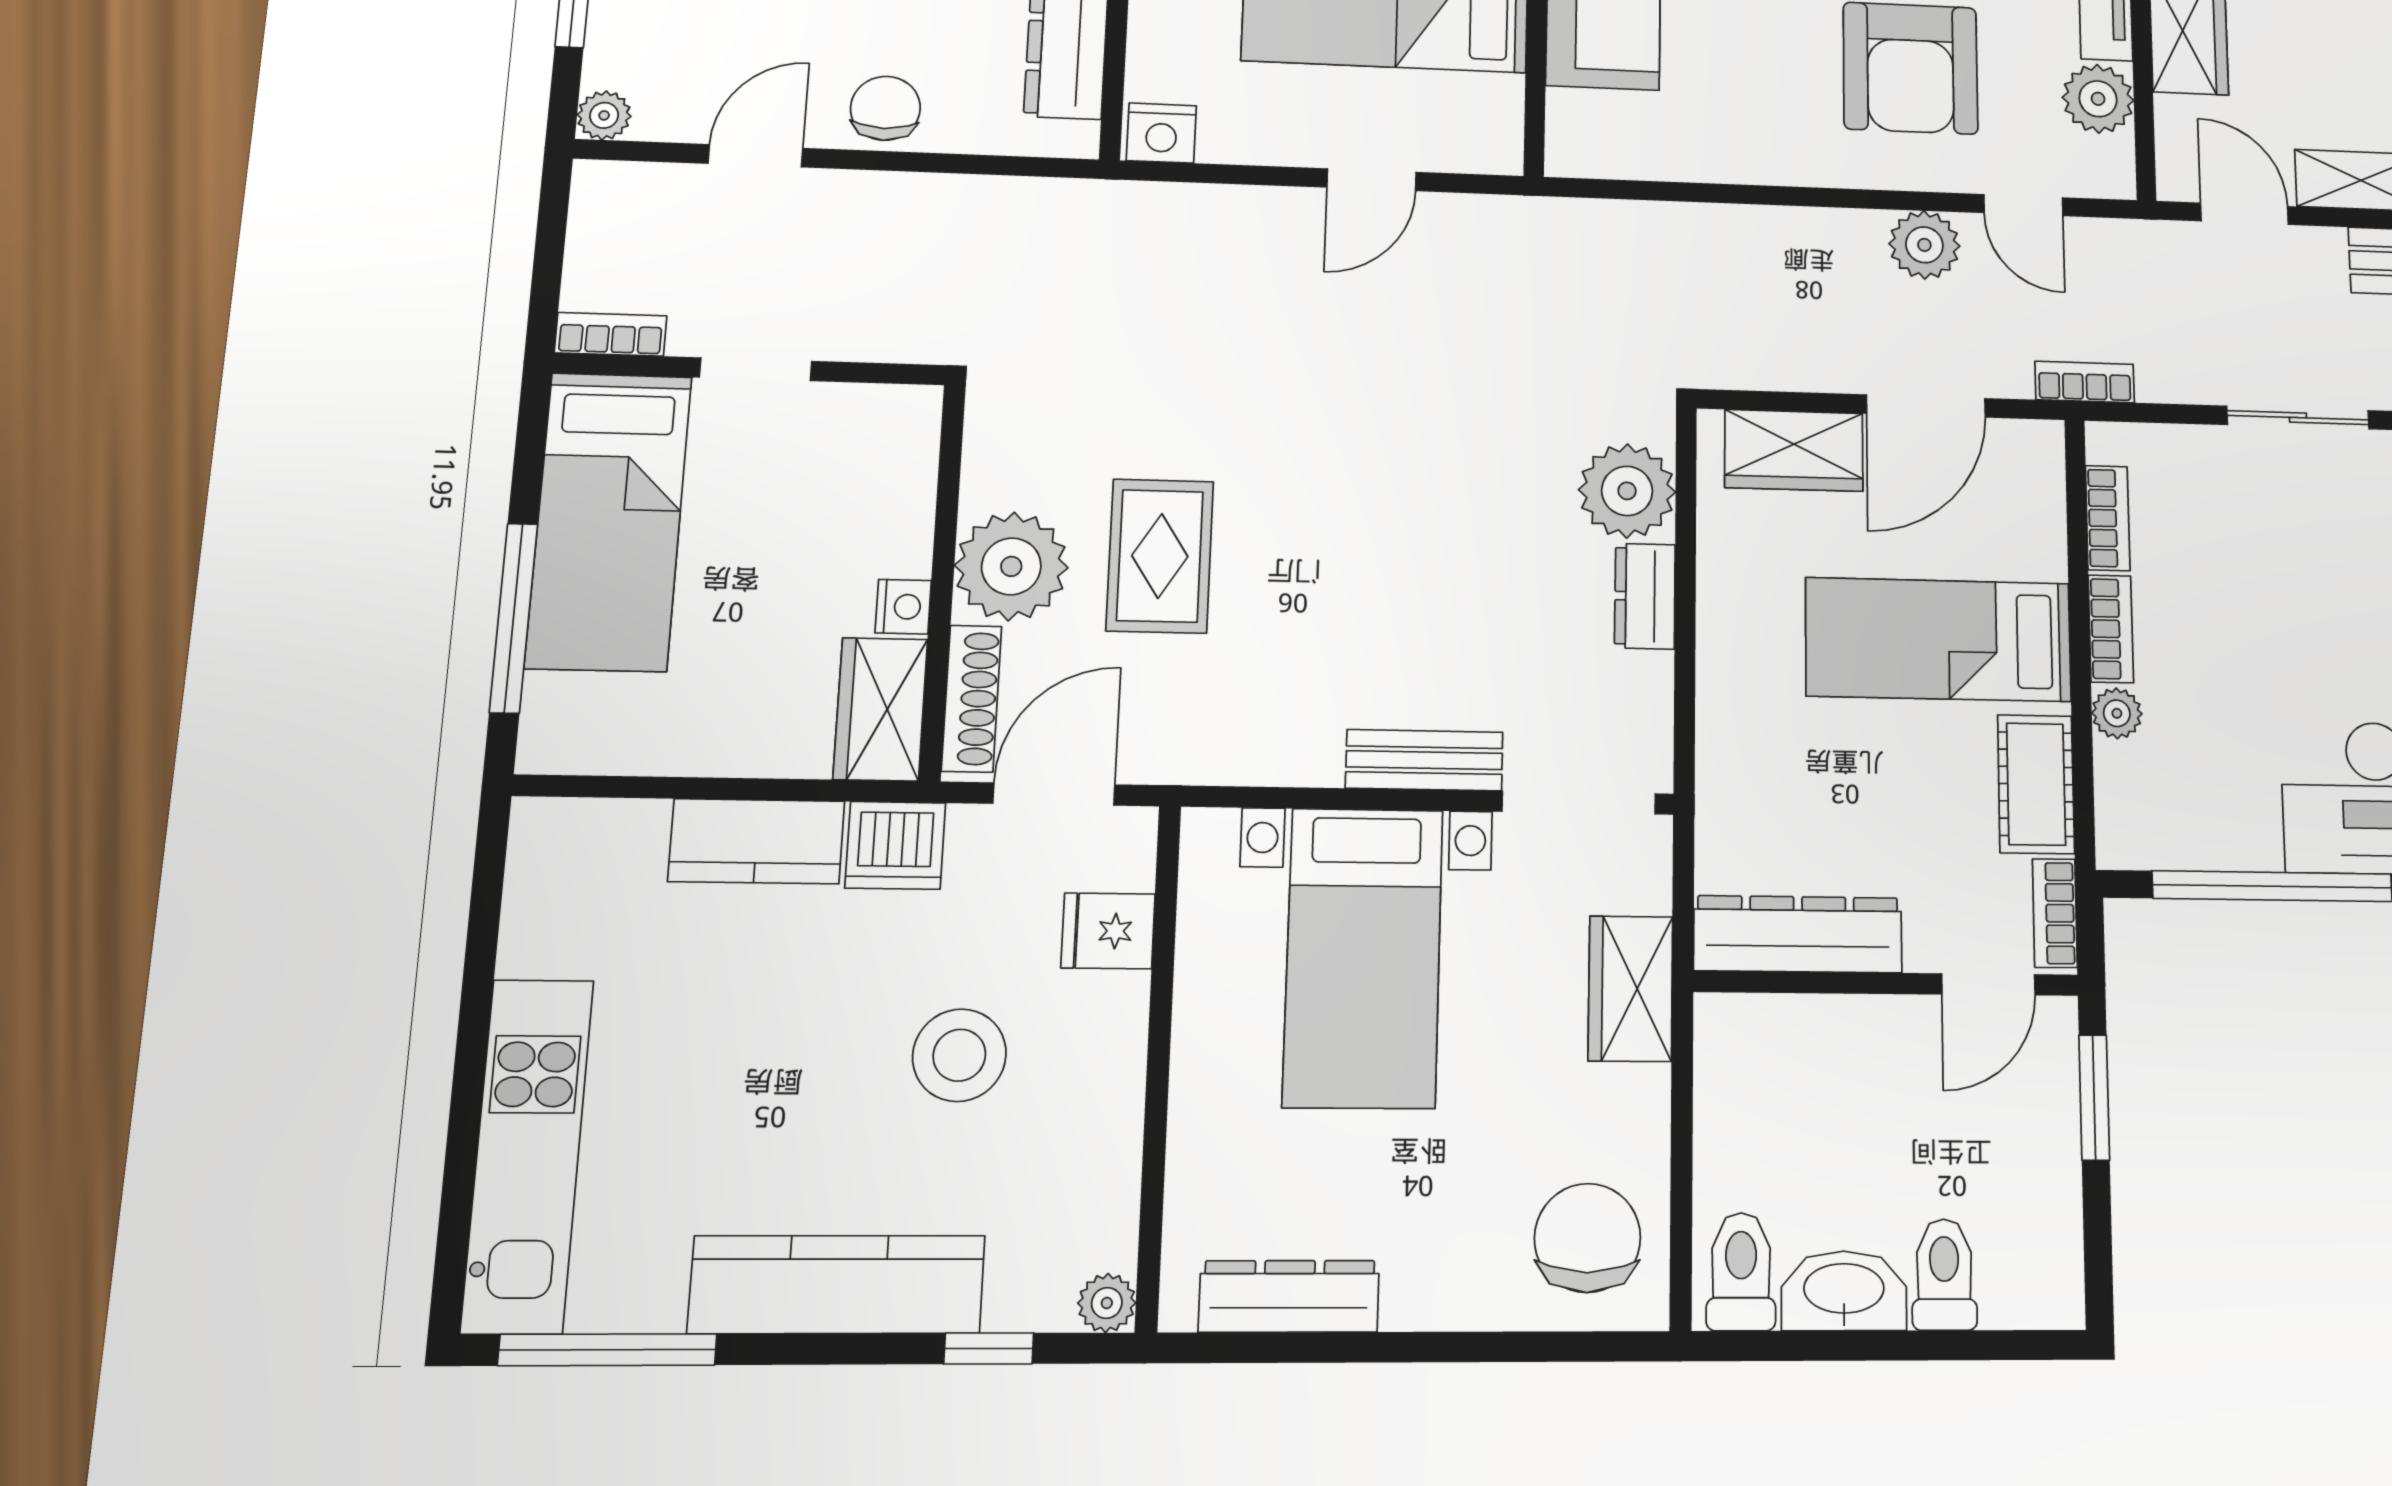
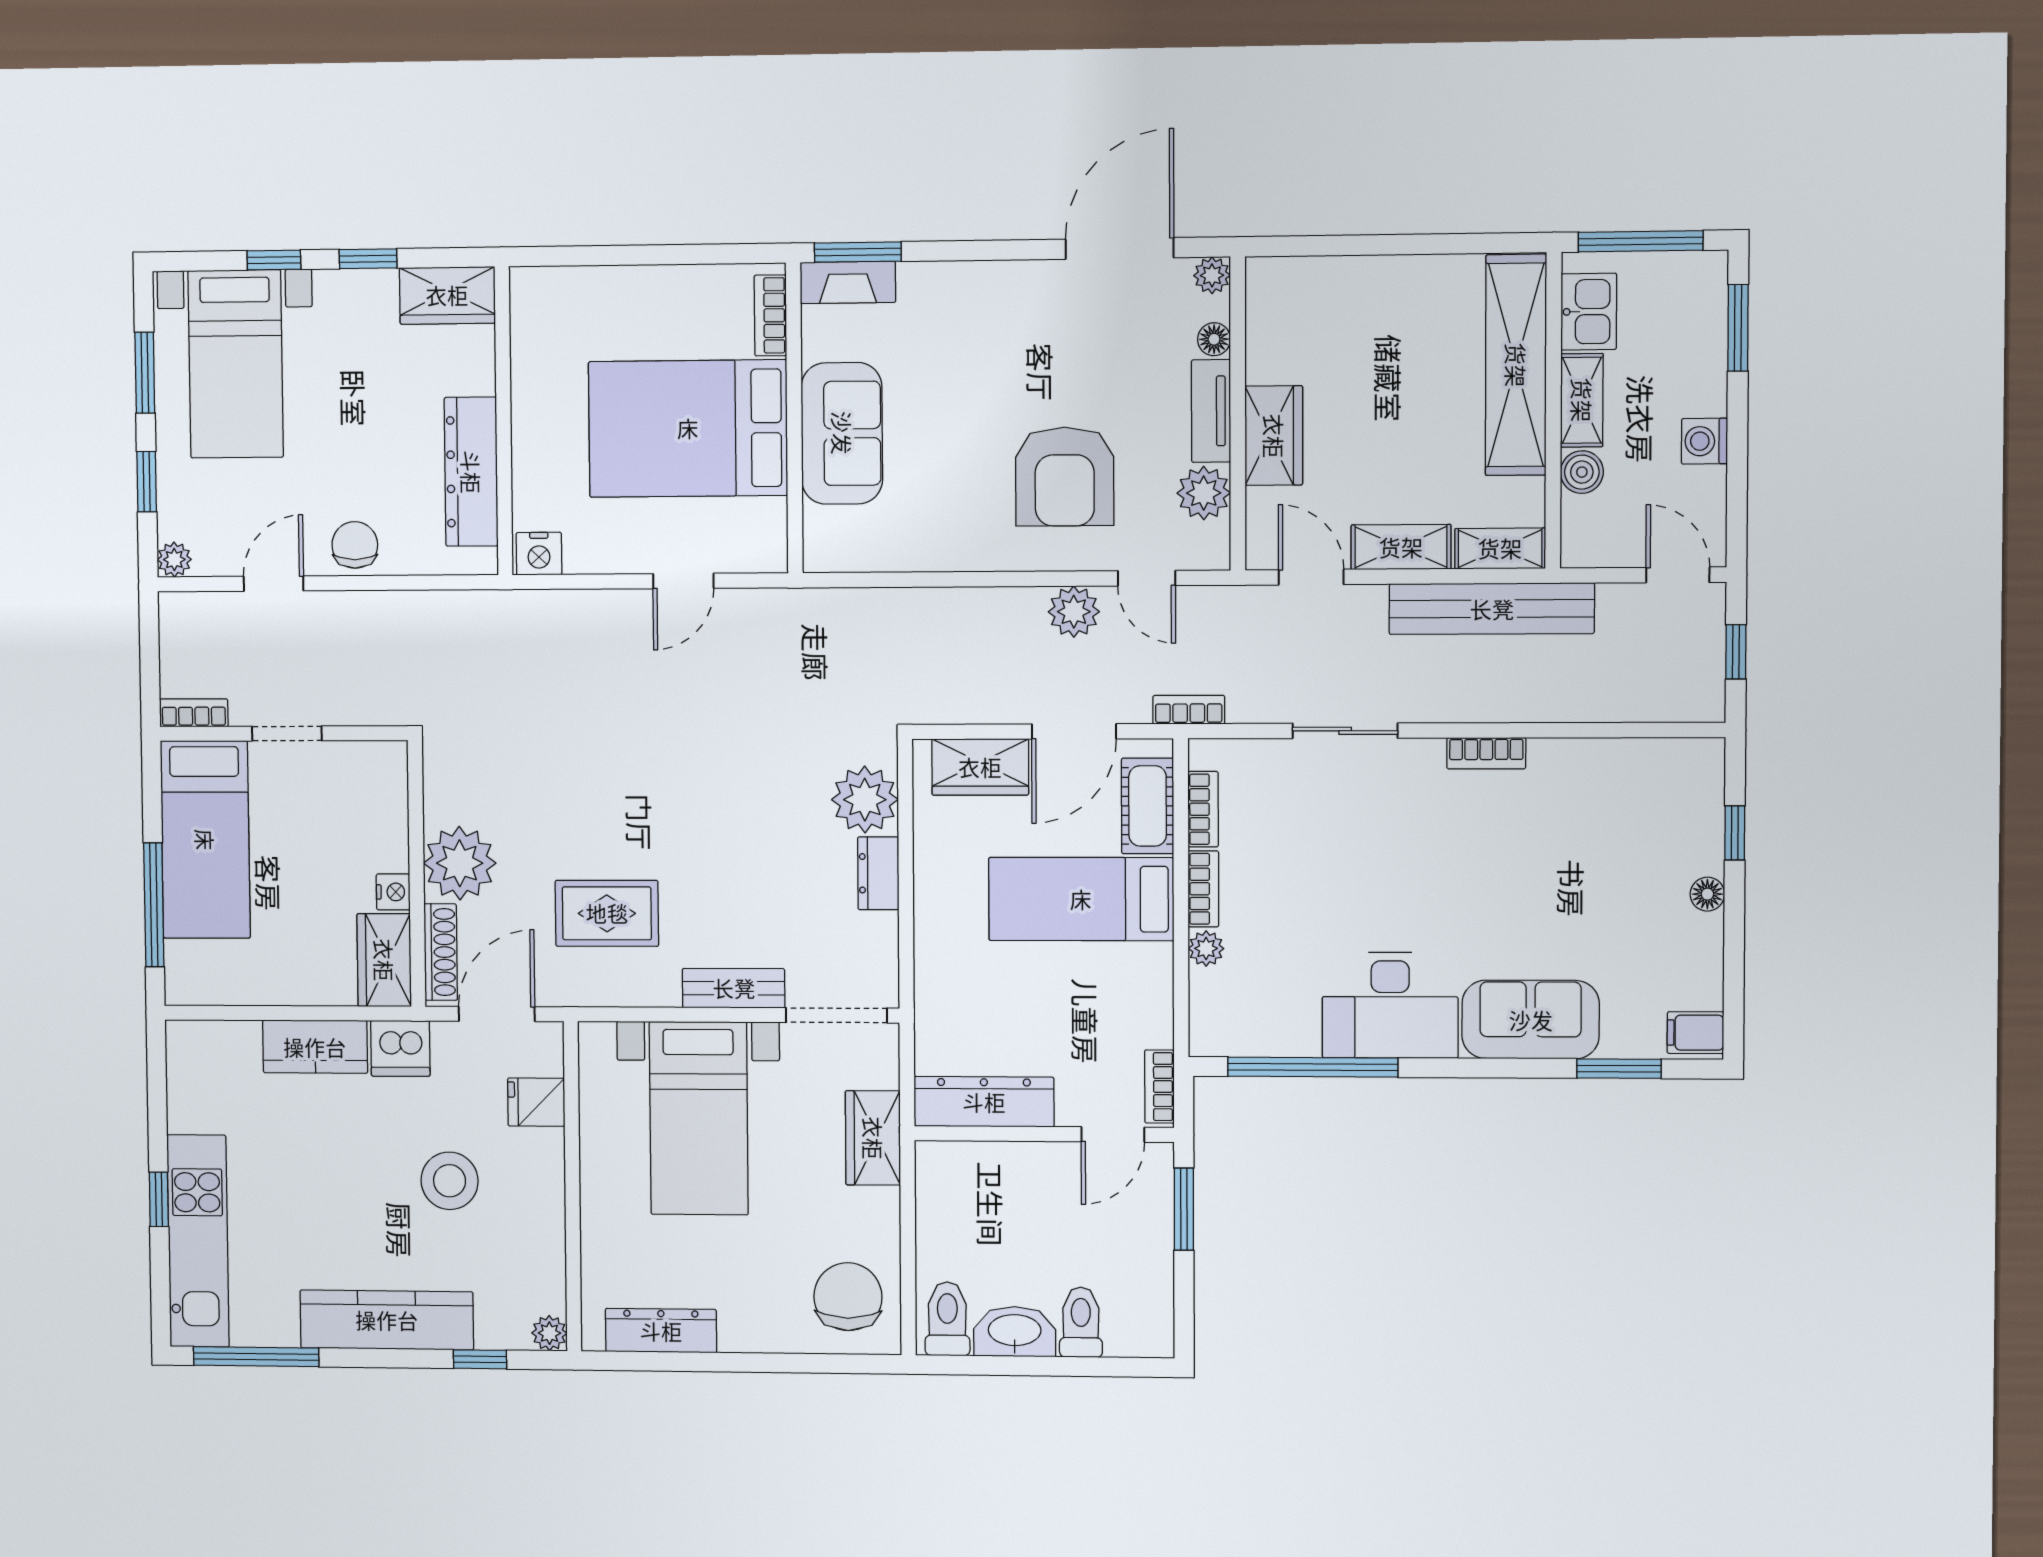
rug: (1160, 556) -> (607, 913), moved, turned 90
cot: (2036, 784) -> (1148, 806), moved
window: (468, 1086) -> (159, 1199), added

